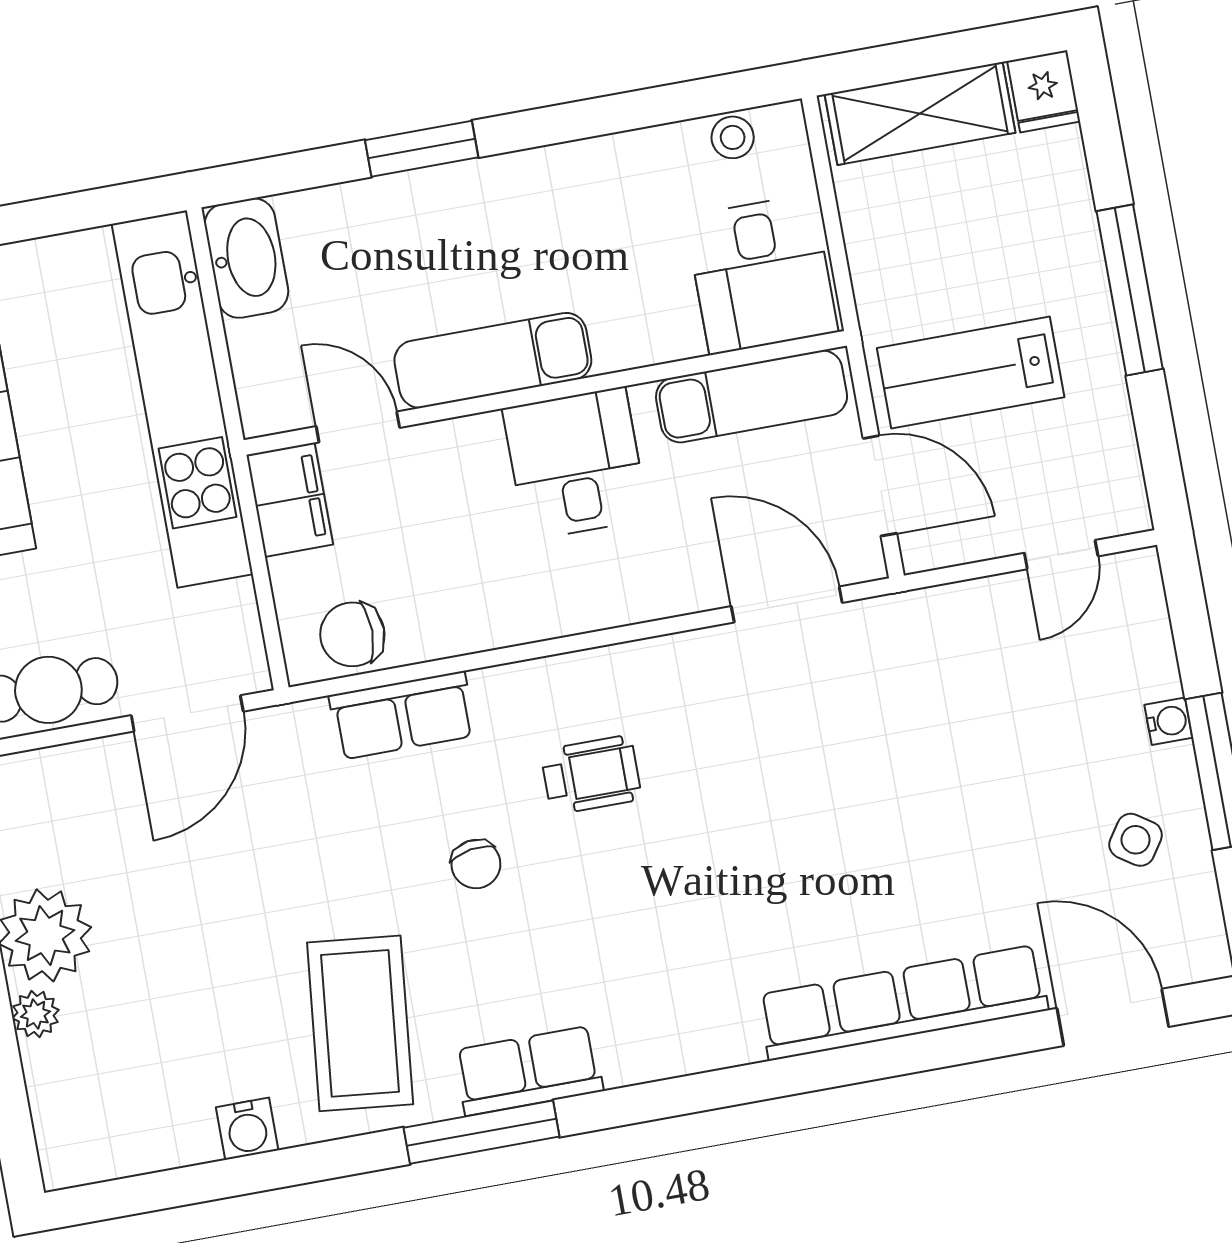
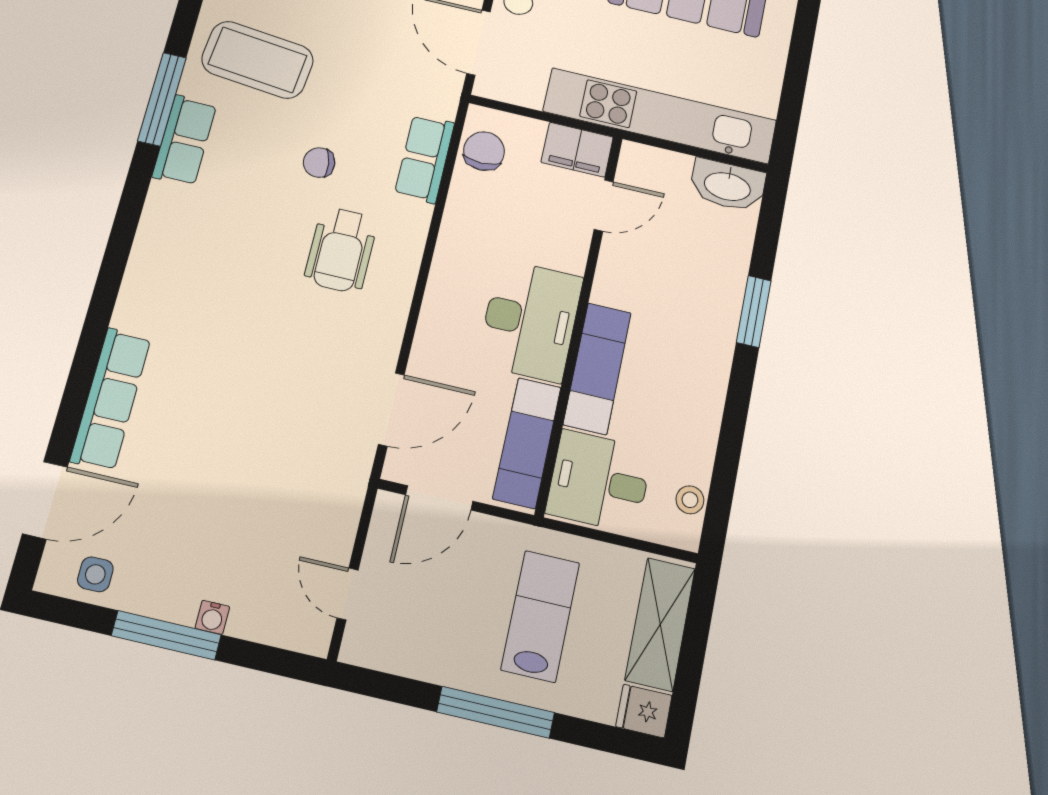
exam couch: (493, 360) -> (597, 368), moved
lab bench: (971, 373) -> (540, 616), moved
desk: (576, 464) -> (530, 321), width x1.37
wheelchair: (591, 775) -> (341, 250), width x1.36, depth x1.37
side table: (1136, 840) -> (95, 574), moved, turned -34
row of seats: (903, 1003) -> (111, 399), width x0.73

